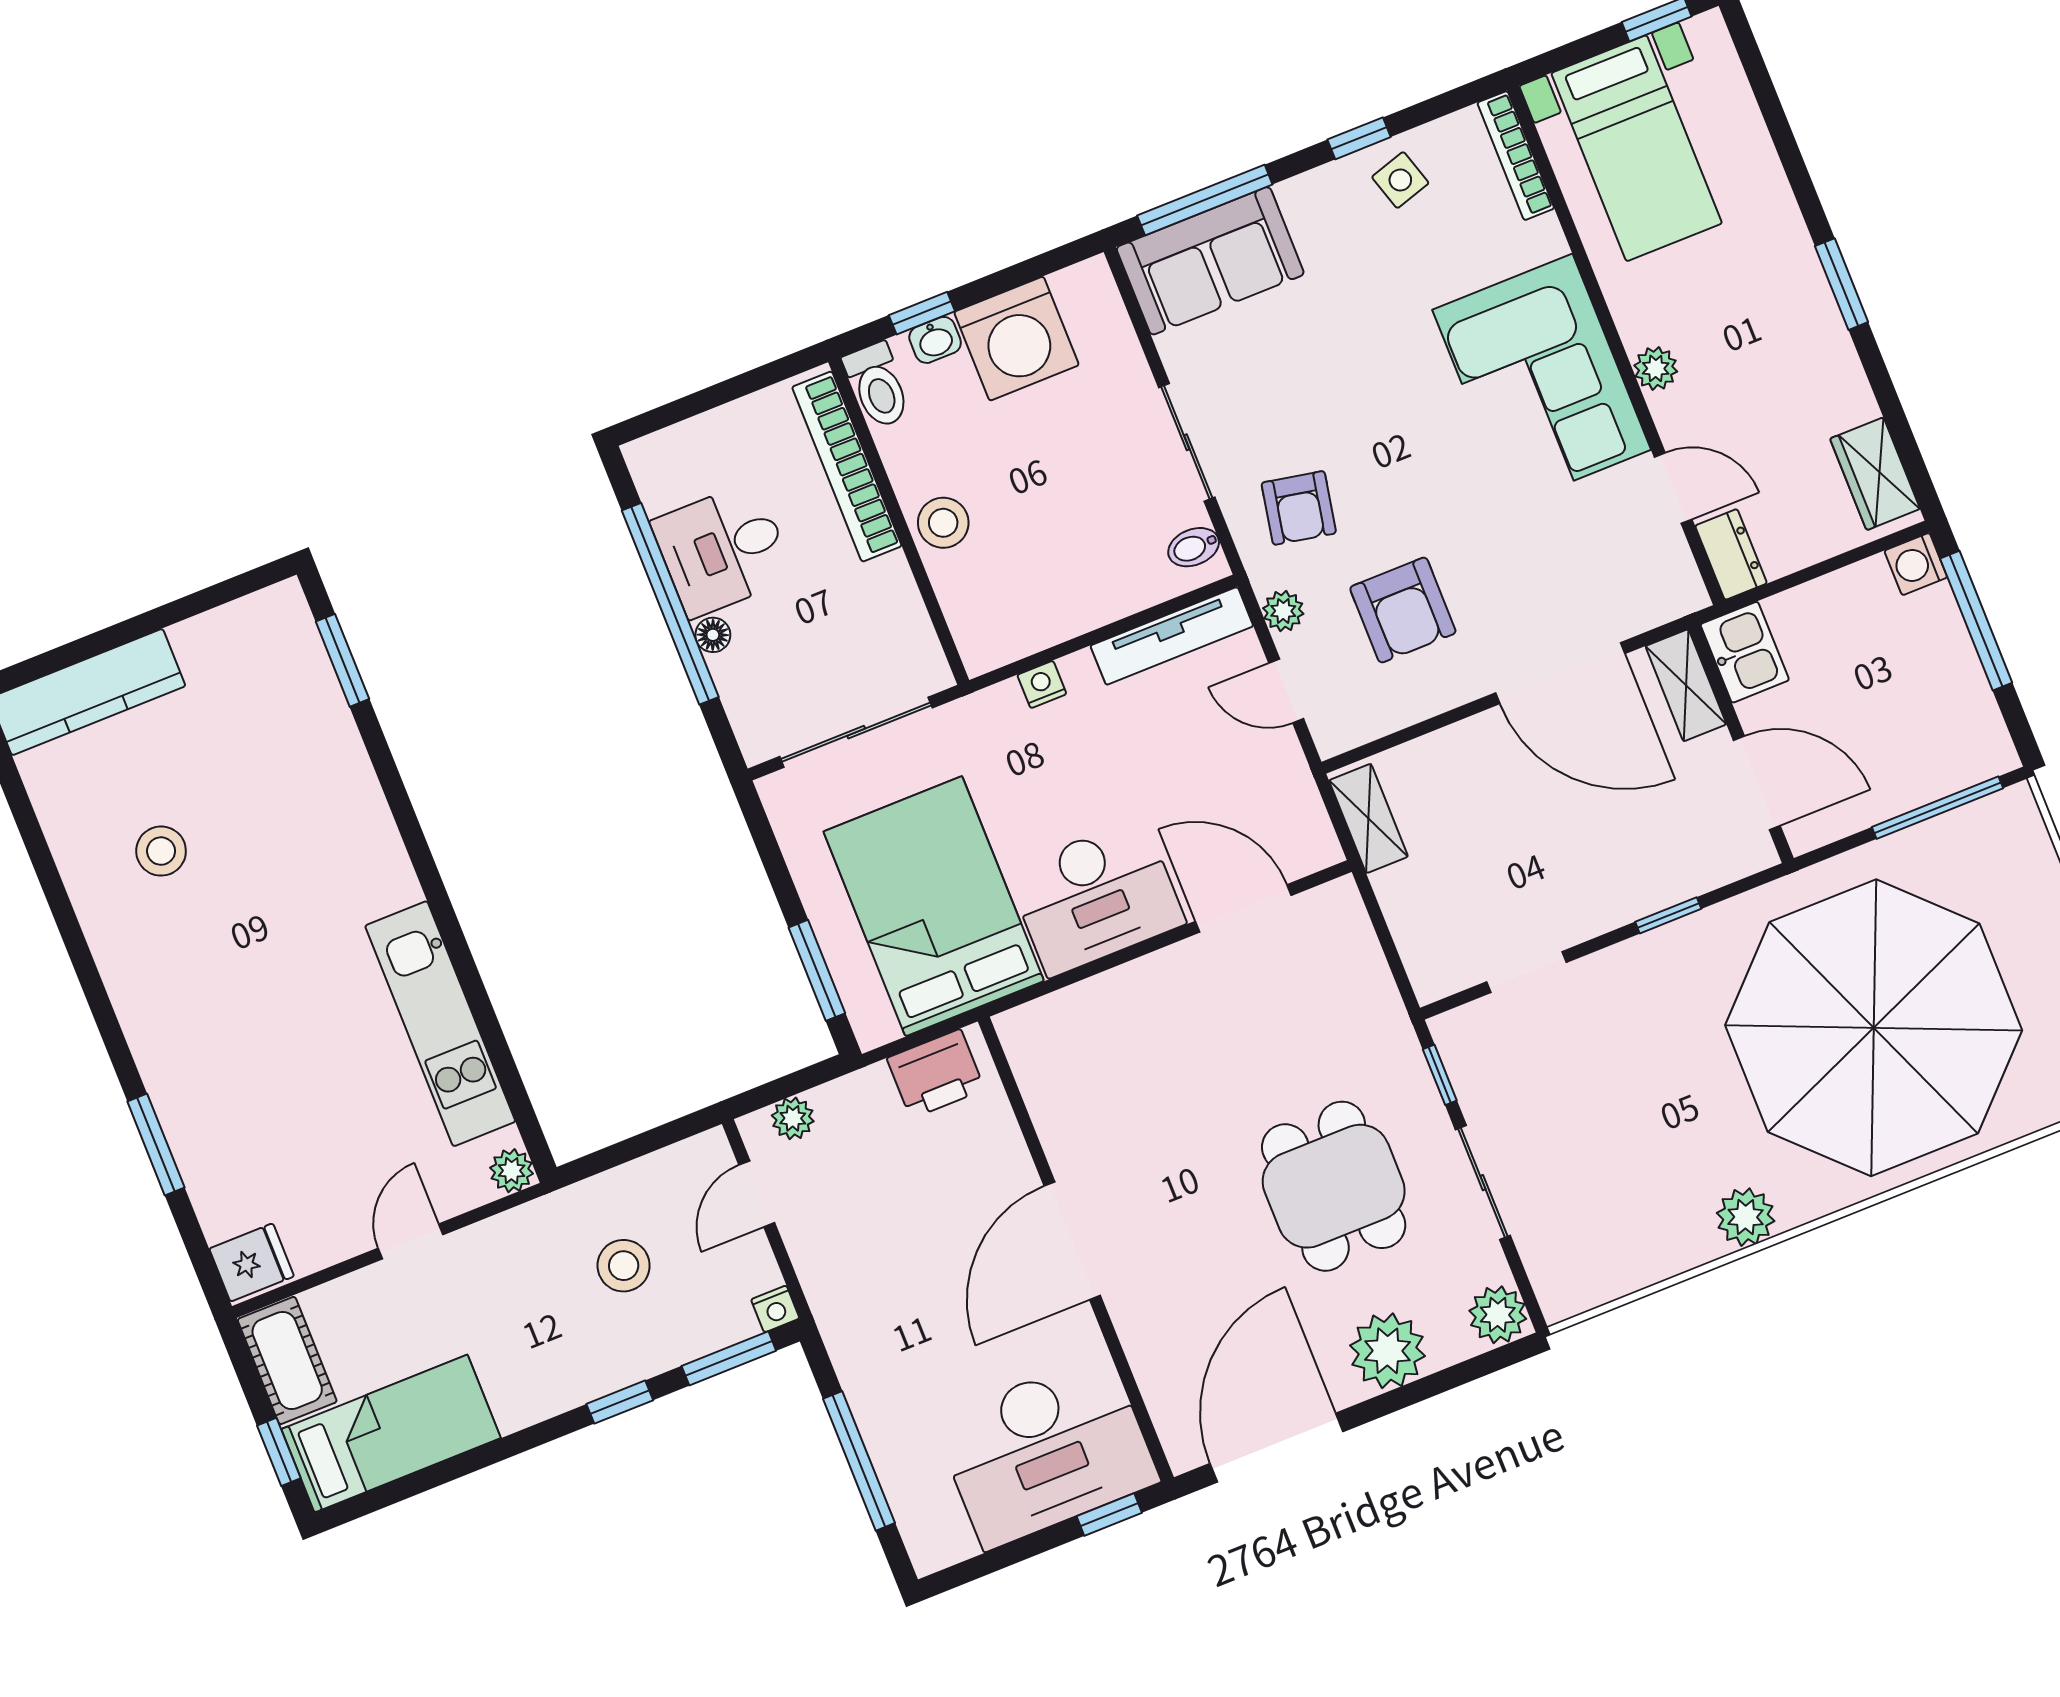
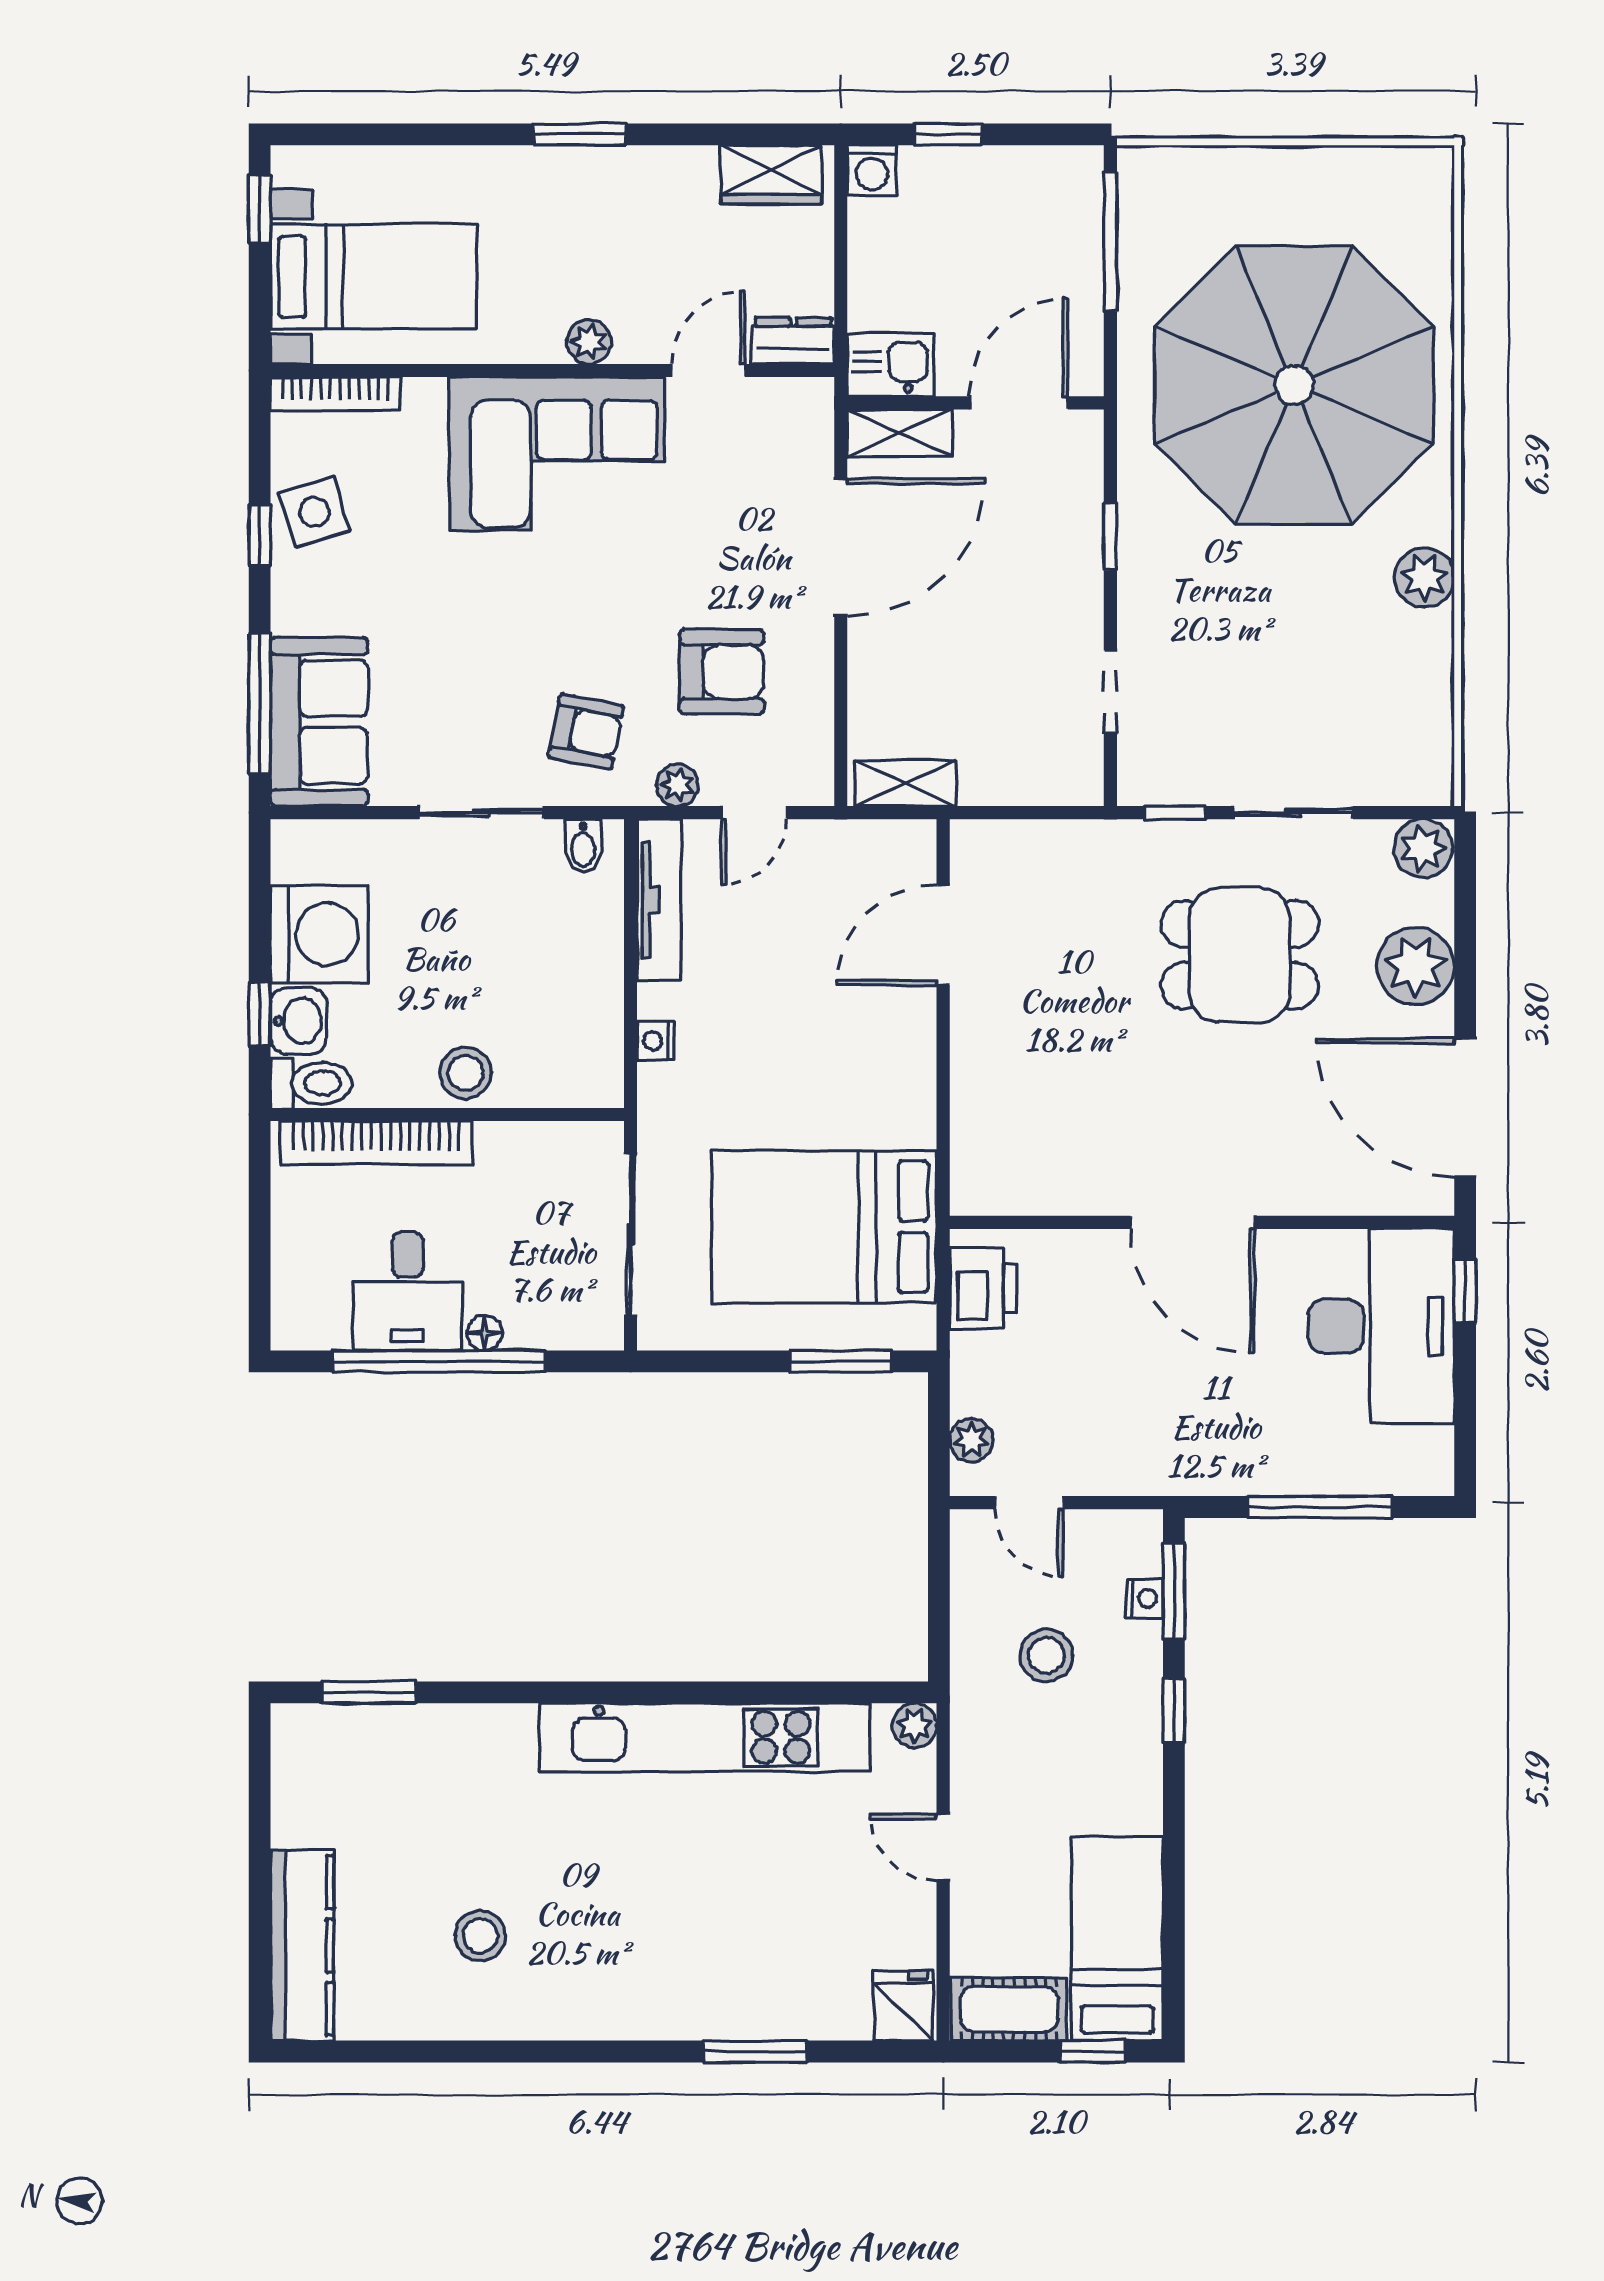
side table: (1400, 180) -> (315, 512), width x1.37, depth x1.37
washbasin: (935, 340) -> (299, 1021), width x1.38, depth x1.45
window: (1976, 621) -> (948, 134), width x0.46
desk: (1096, 897) -> (877, 1070), removed
kitchen unit: (440, 1024) -> (705, 1737), width x1.36
nightstand: (775, 1309) -> (1145, 1598), moved

